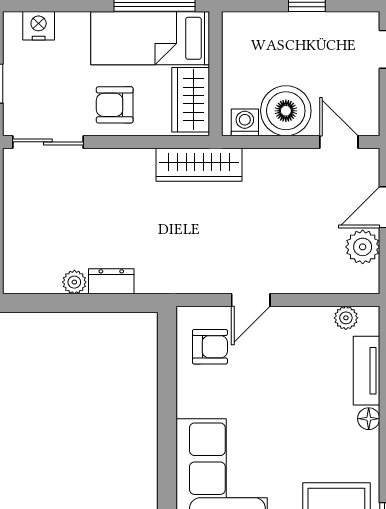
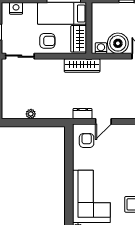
armchair: (115, 105) -> (47, 41), turned 180
dresser: (111, 281) -> (82, 114), moved
armchair: (210, 347) -> (87, 140), turned -90

